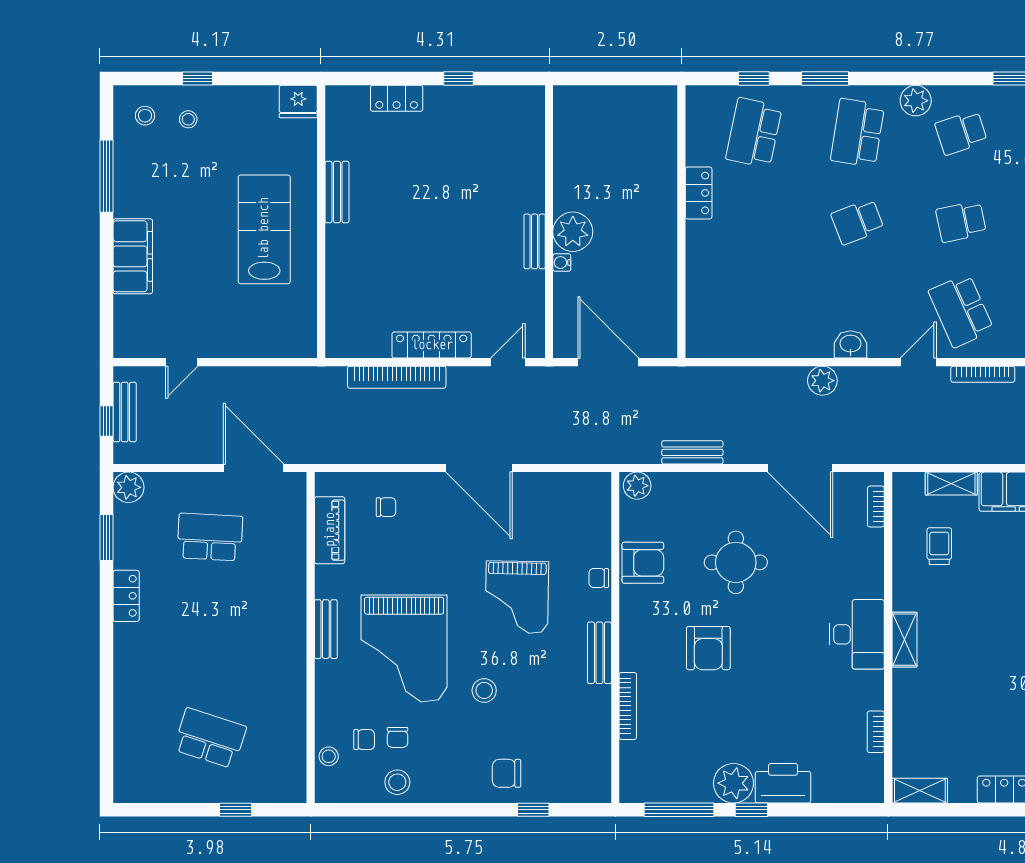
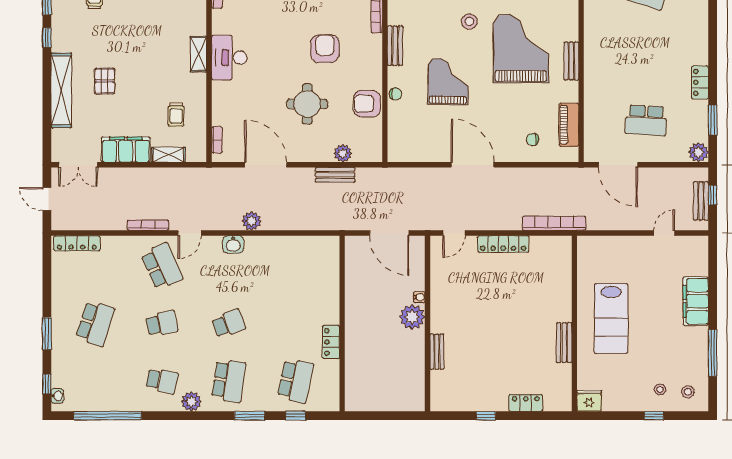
school desk: (961, 133) -> (162, 381), turned 30
bench: (535, 241) -> (437, 352), moved
bookcase: (397, 377) -> (554, 223), moved
plant: (637, 486) -> (343, 153), moved

